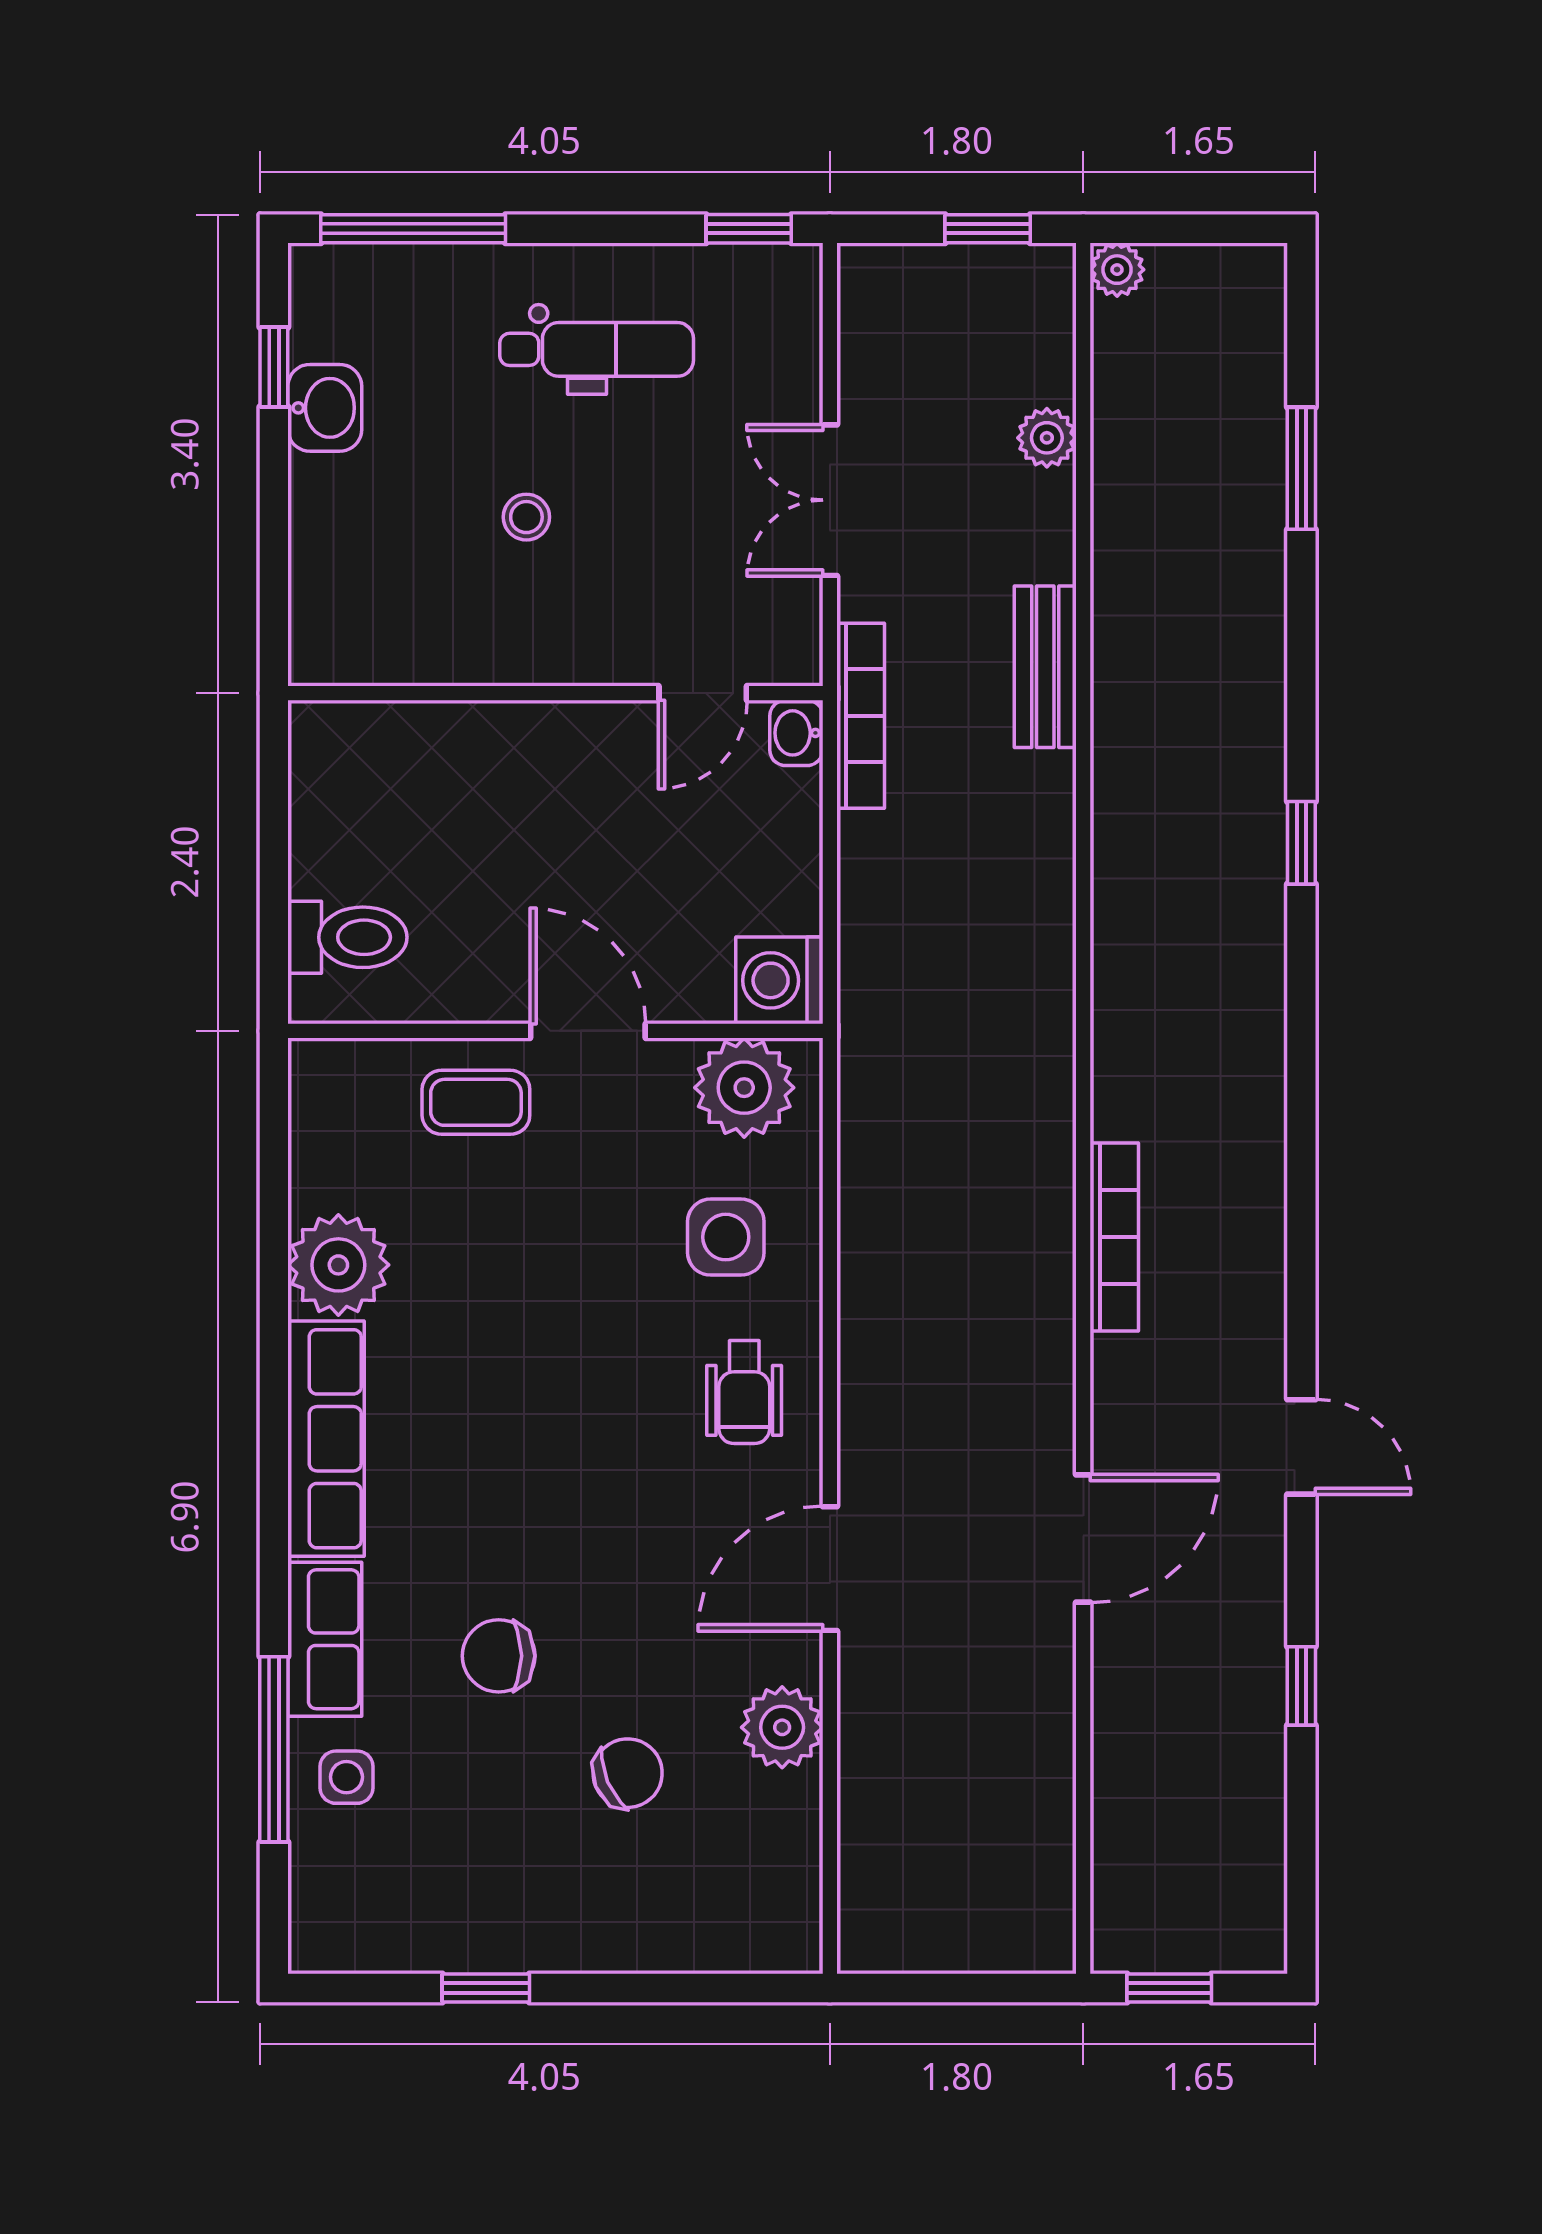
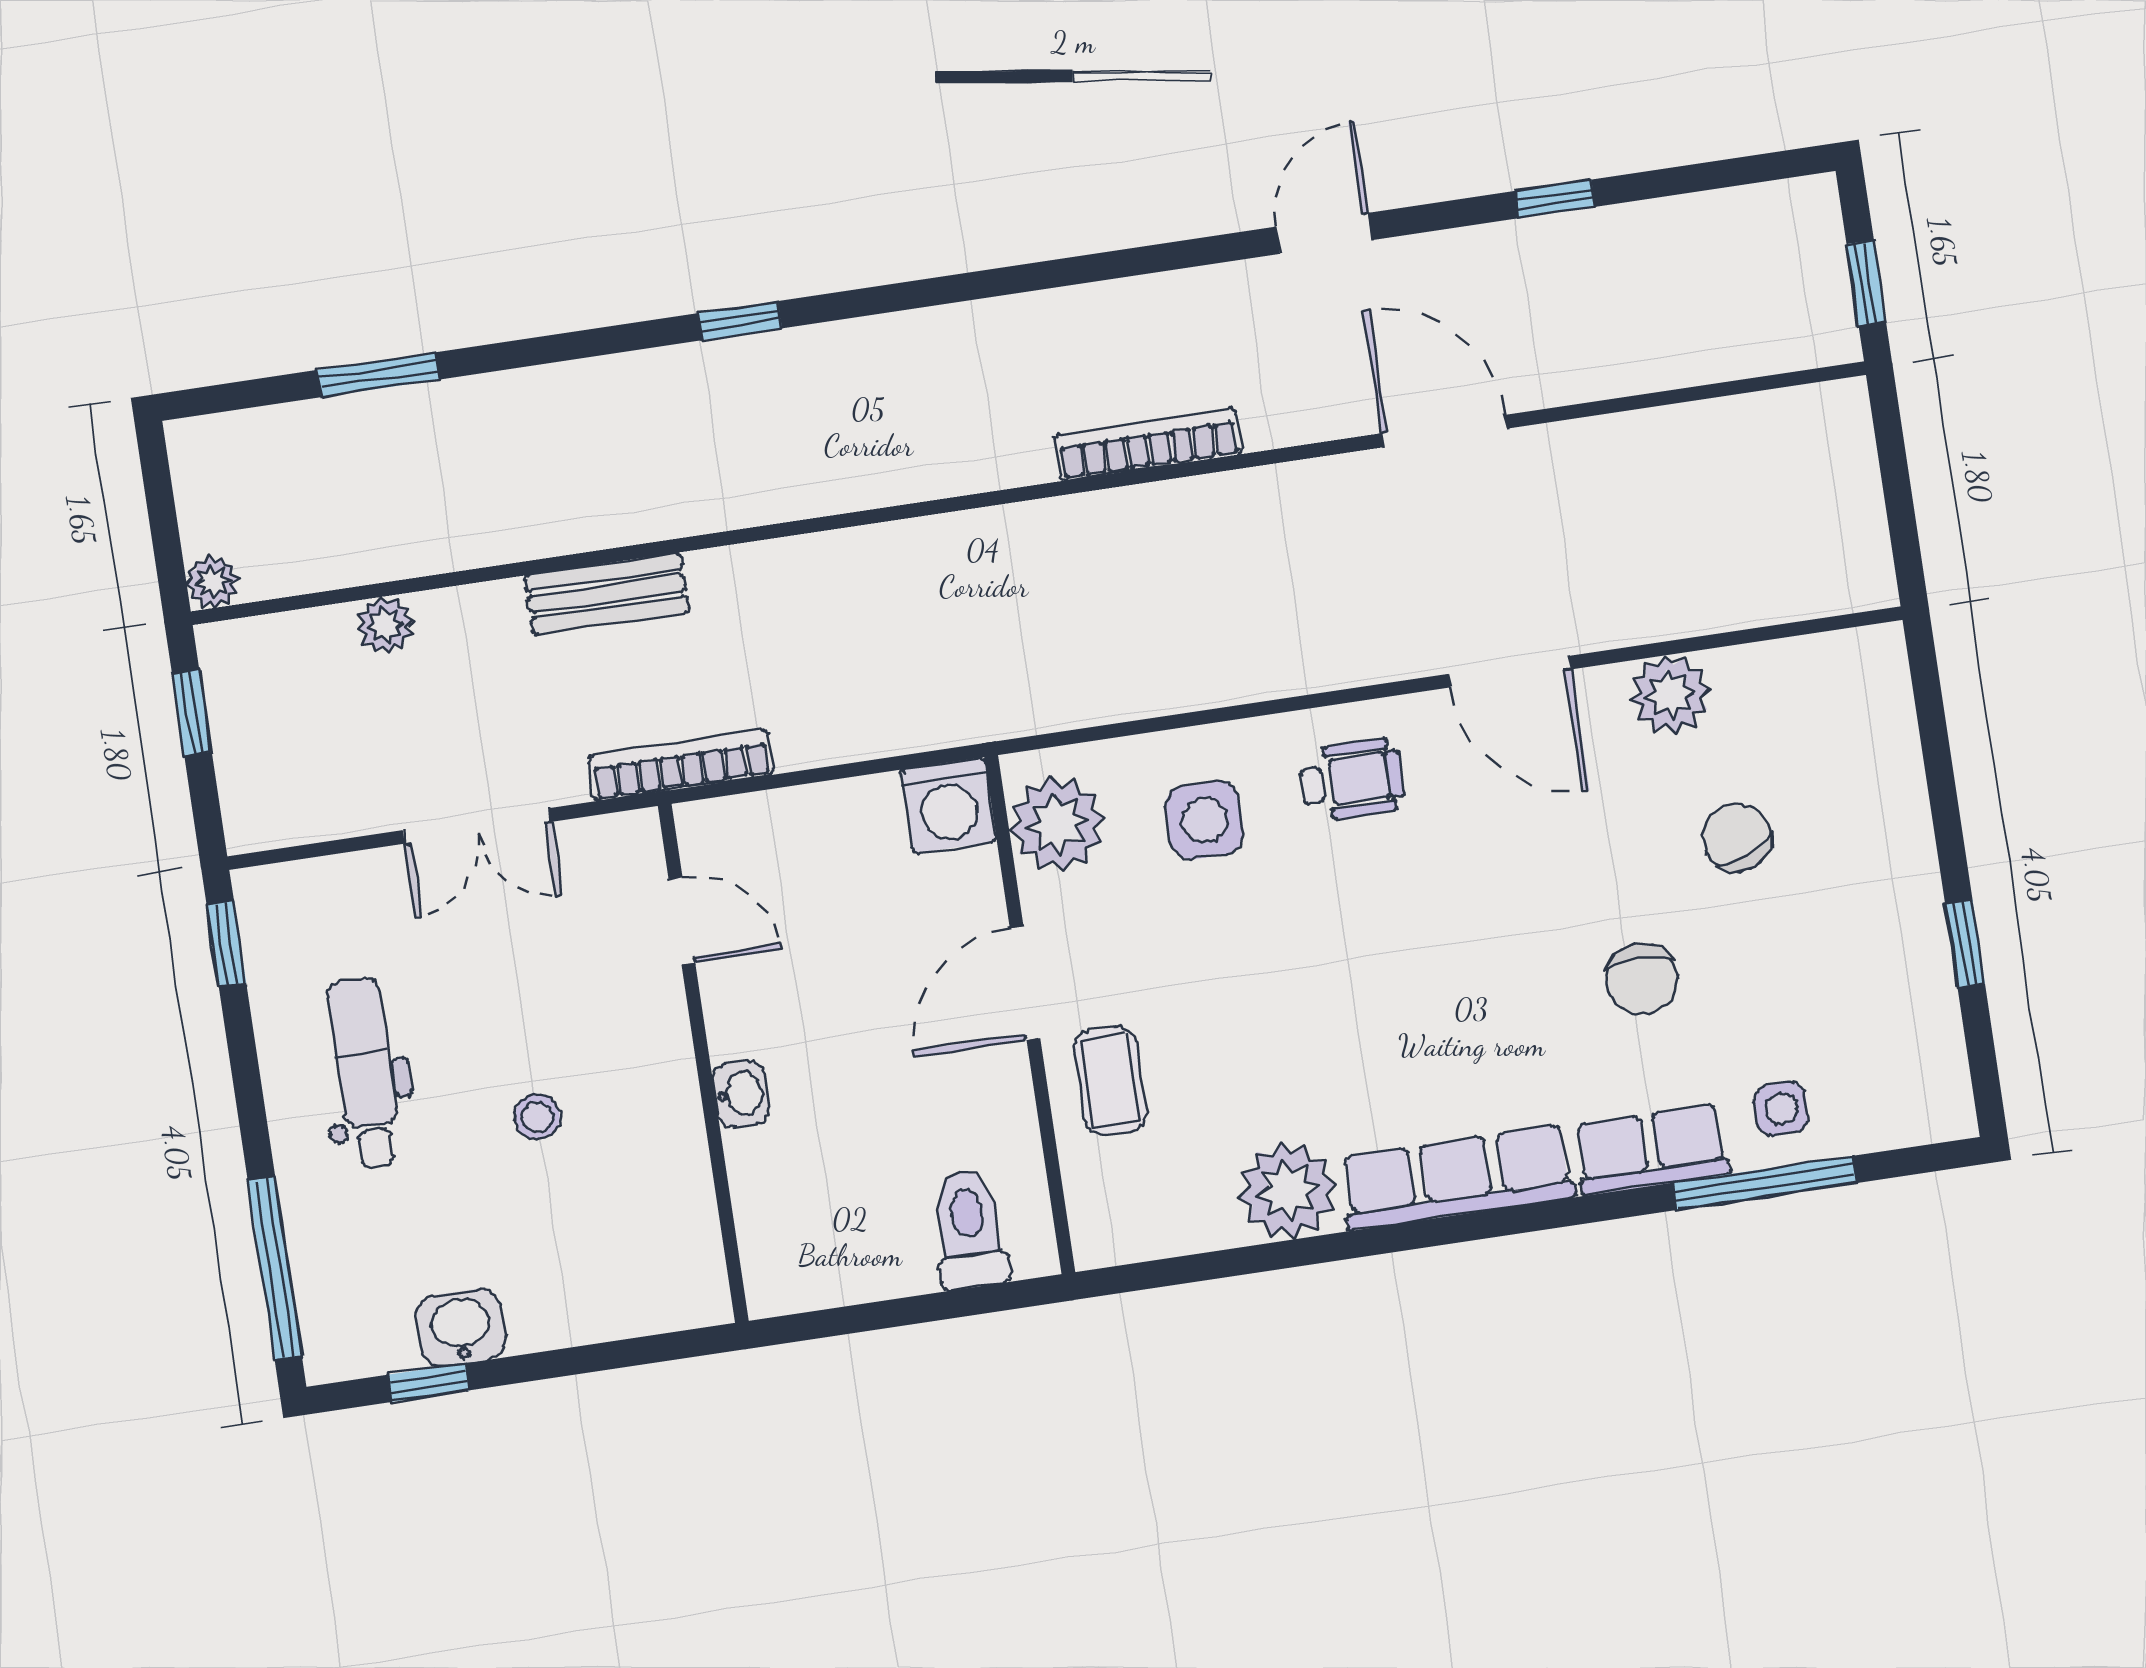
washbasin: (796, 733) -> (741, 1094), moved, turned -90

